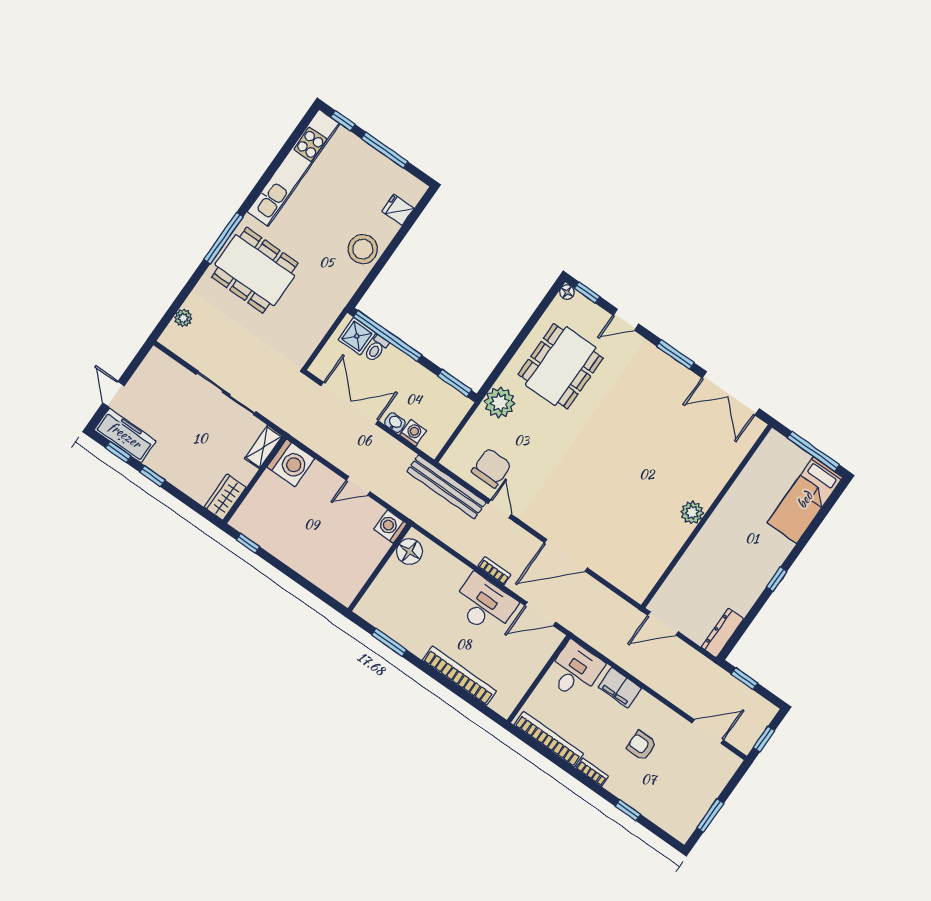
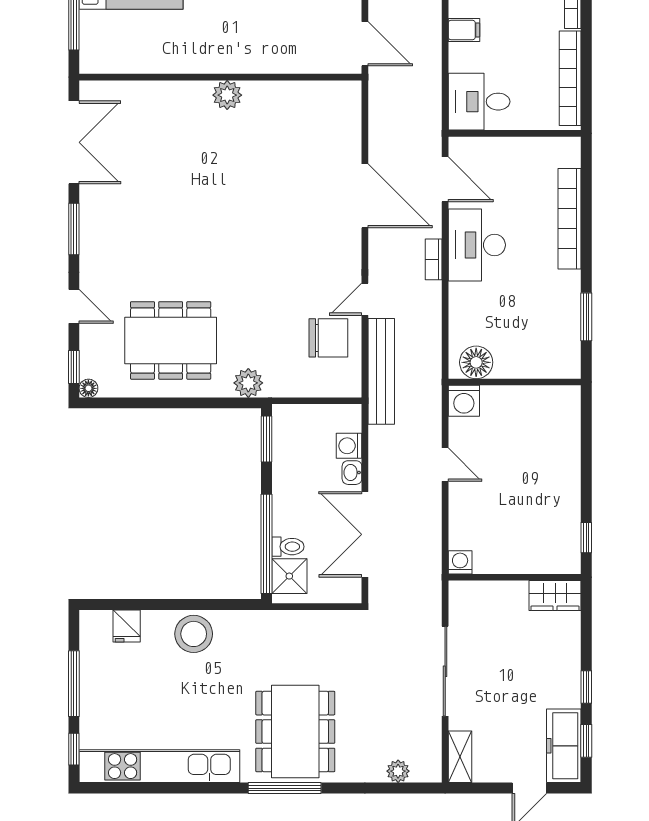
plant: (500, 402) -> (248, 383), width x0.73, depth x0.73
shelving: (263, 447) -> (460, 757), moved, turned 90
washing machine: (291, 463) -> (460, 562), width x0.53, depth x0.53
chair: (491, 468) -> (328, 338), turned 180
filing cabinet: (620, 688) -> (464, 30), width x0.50

